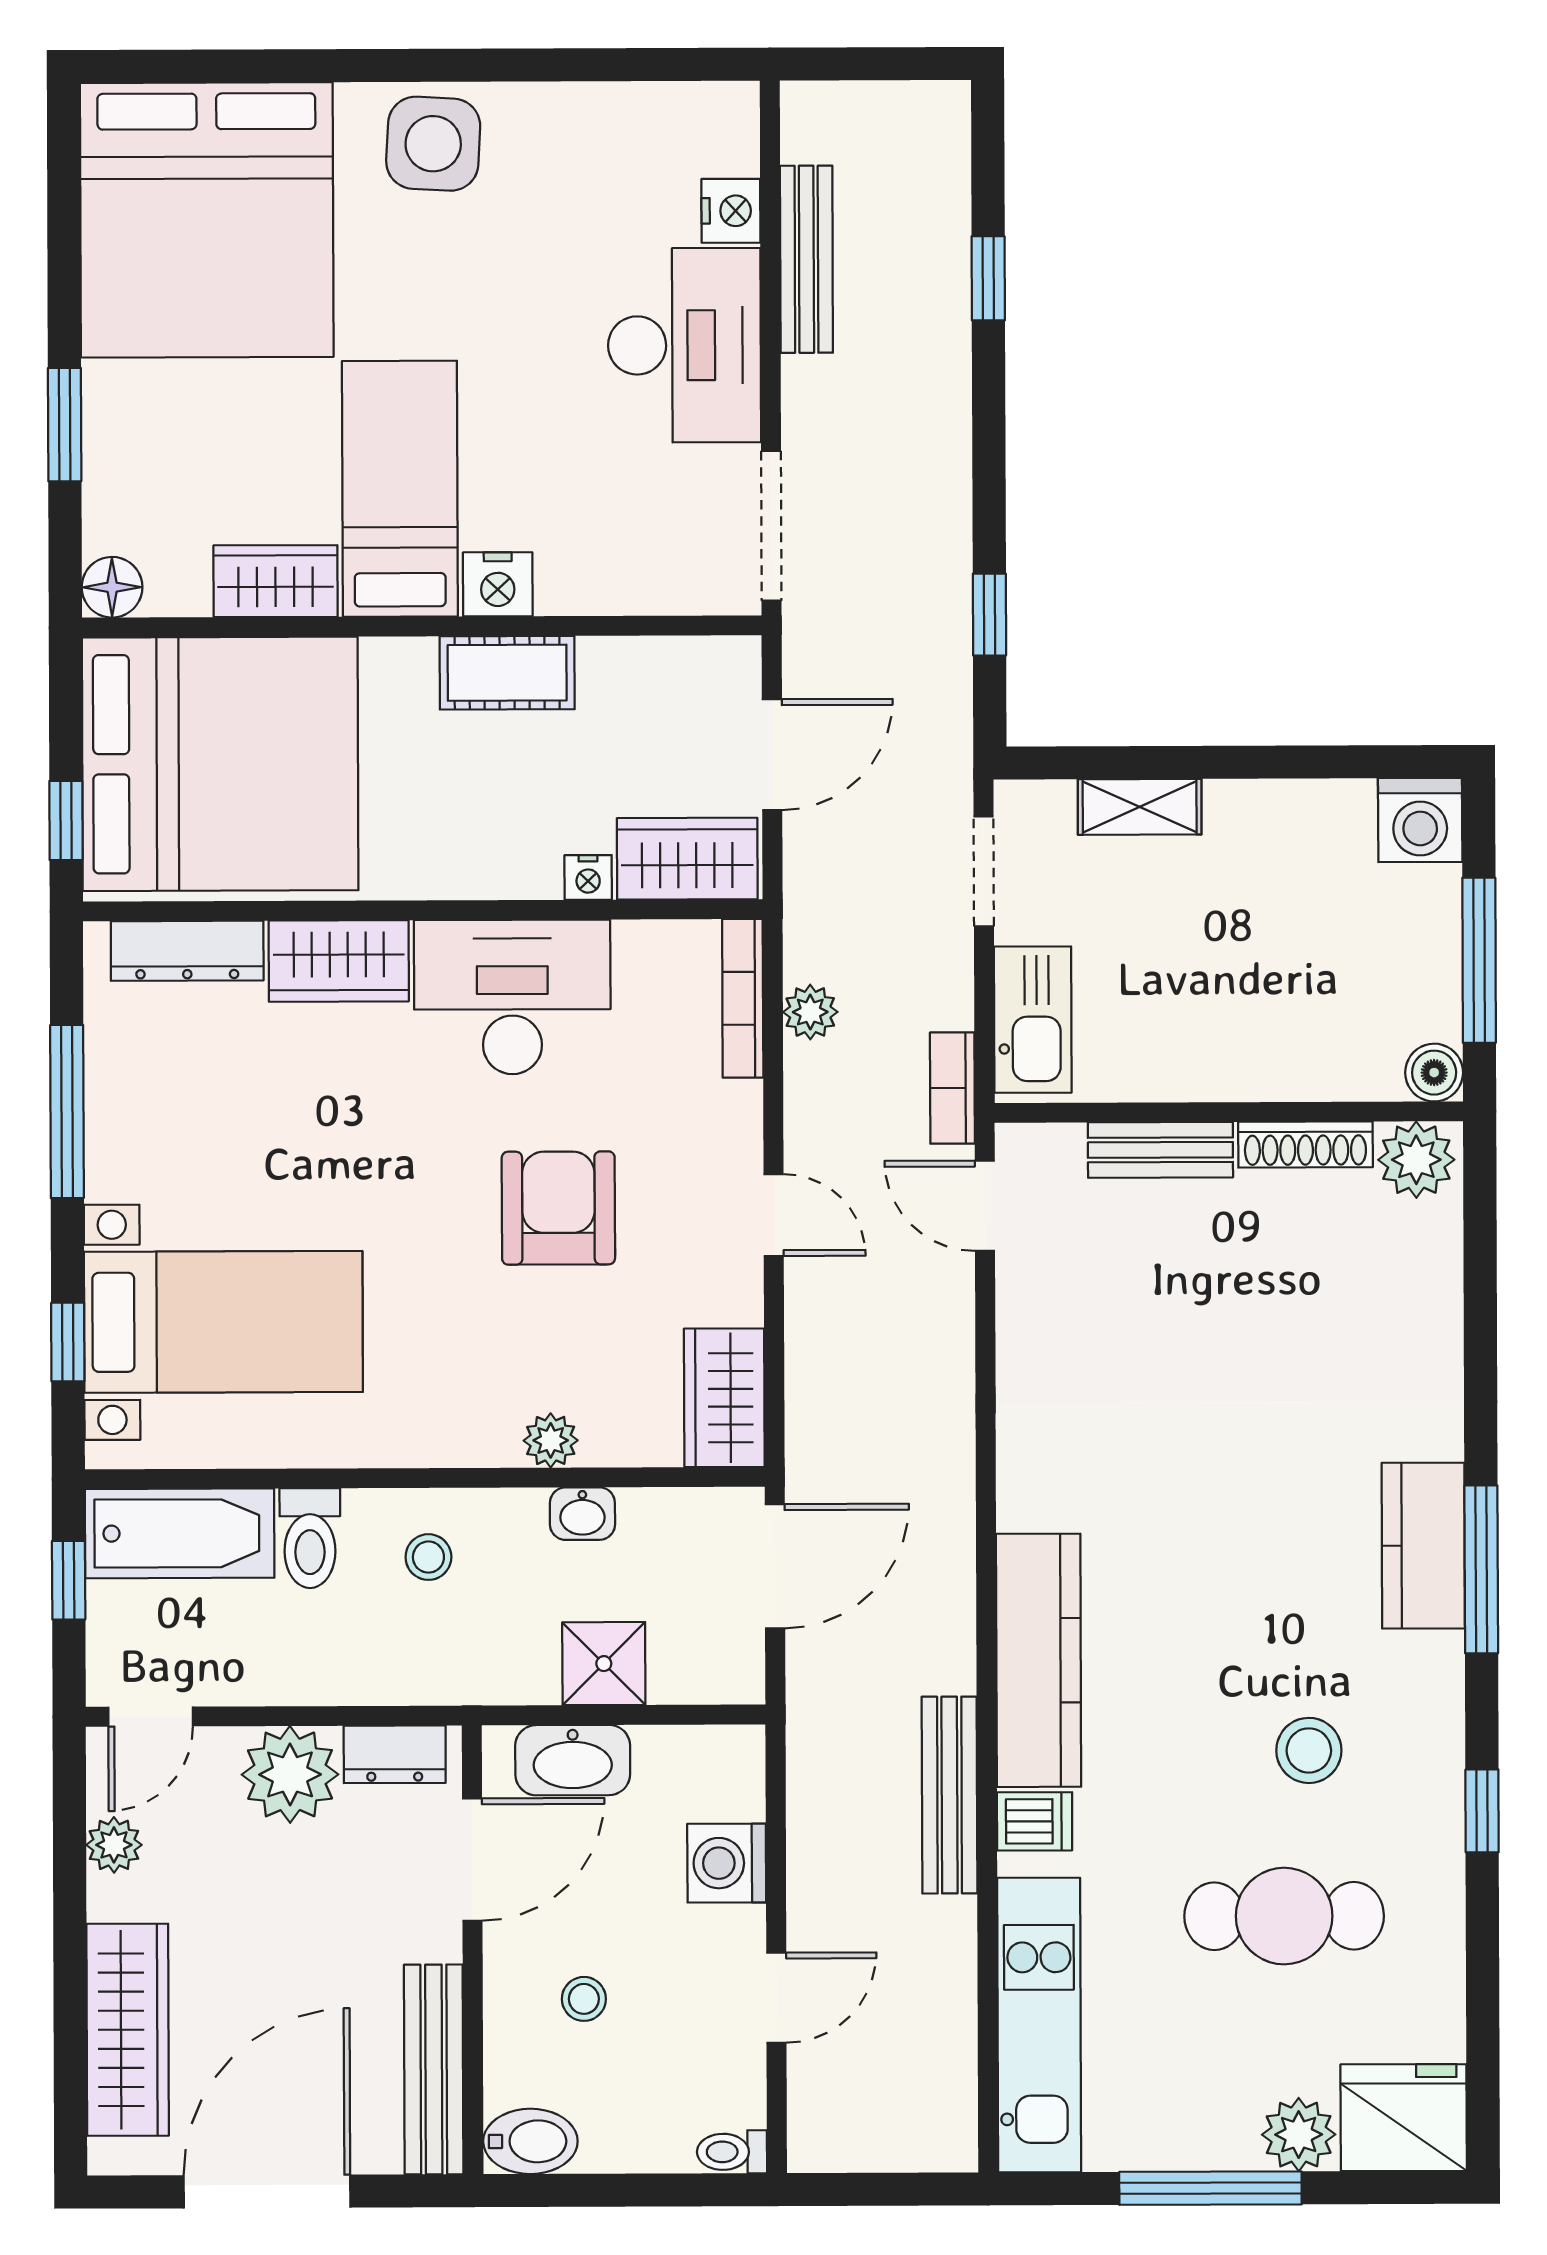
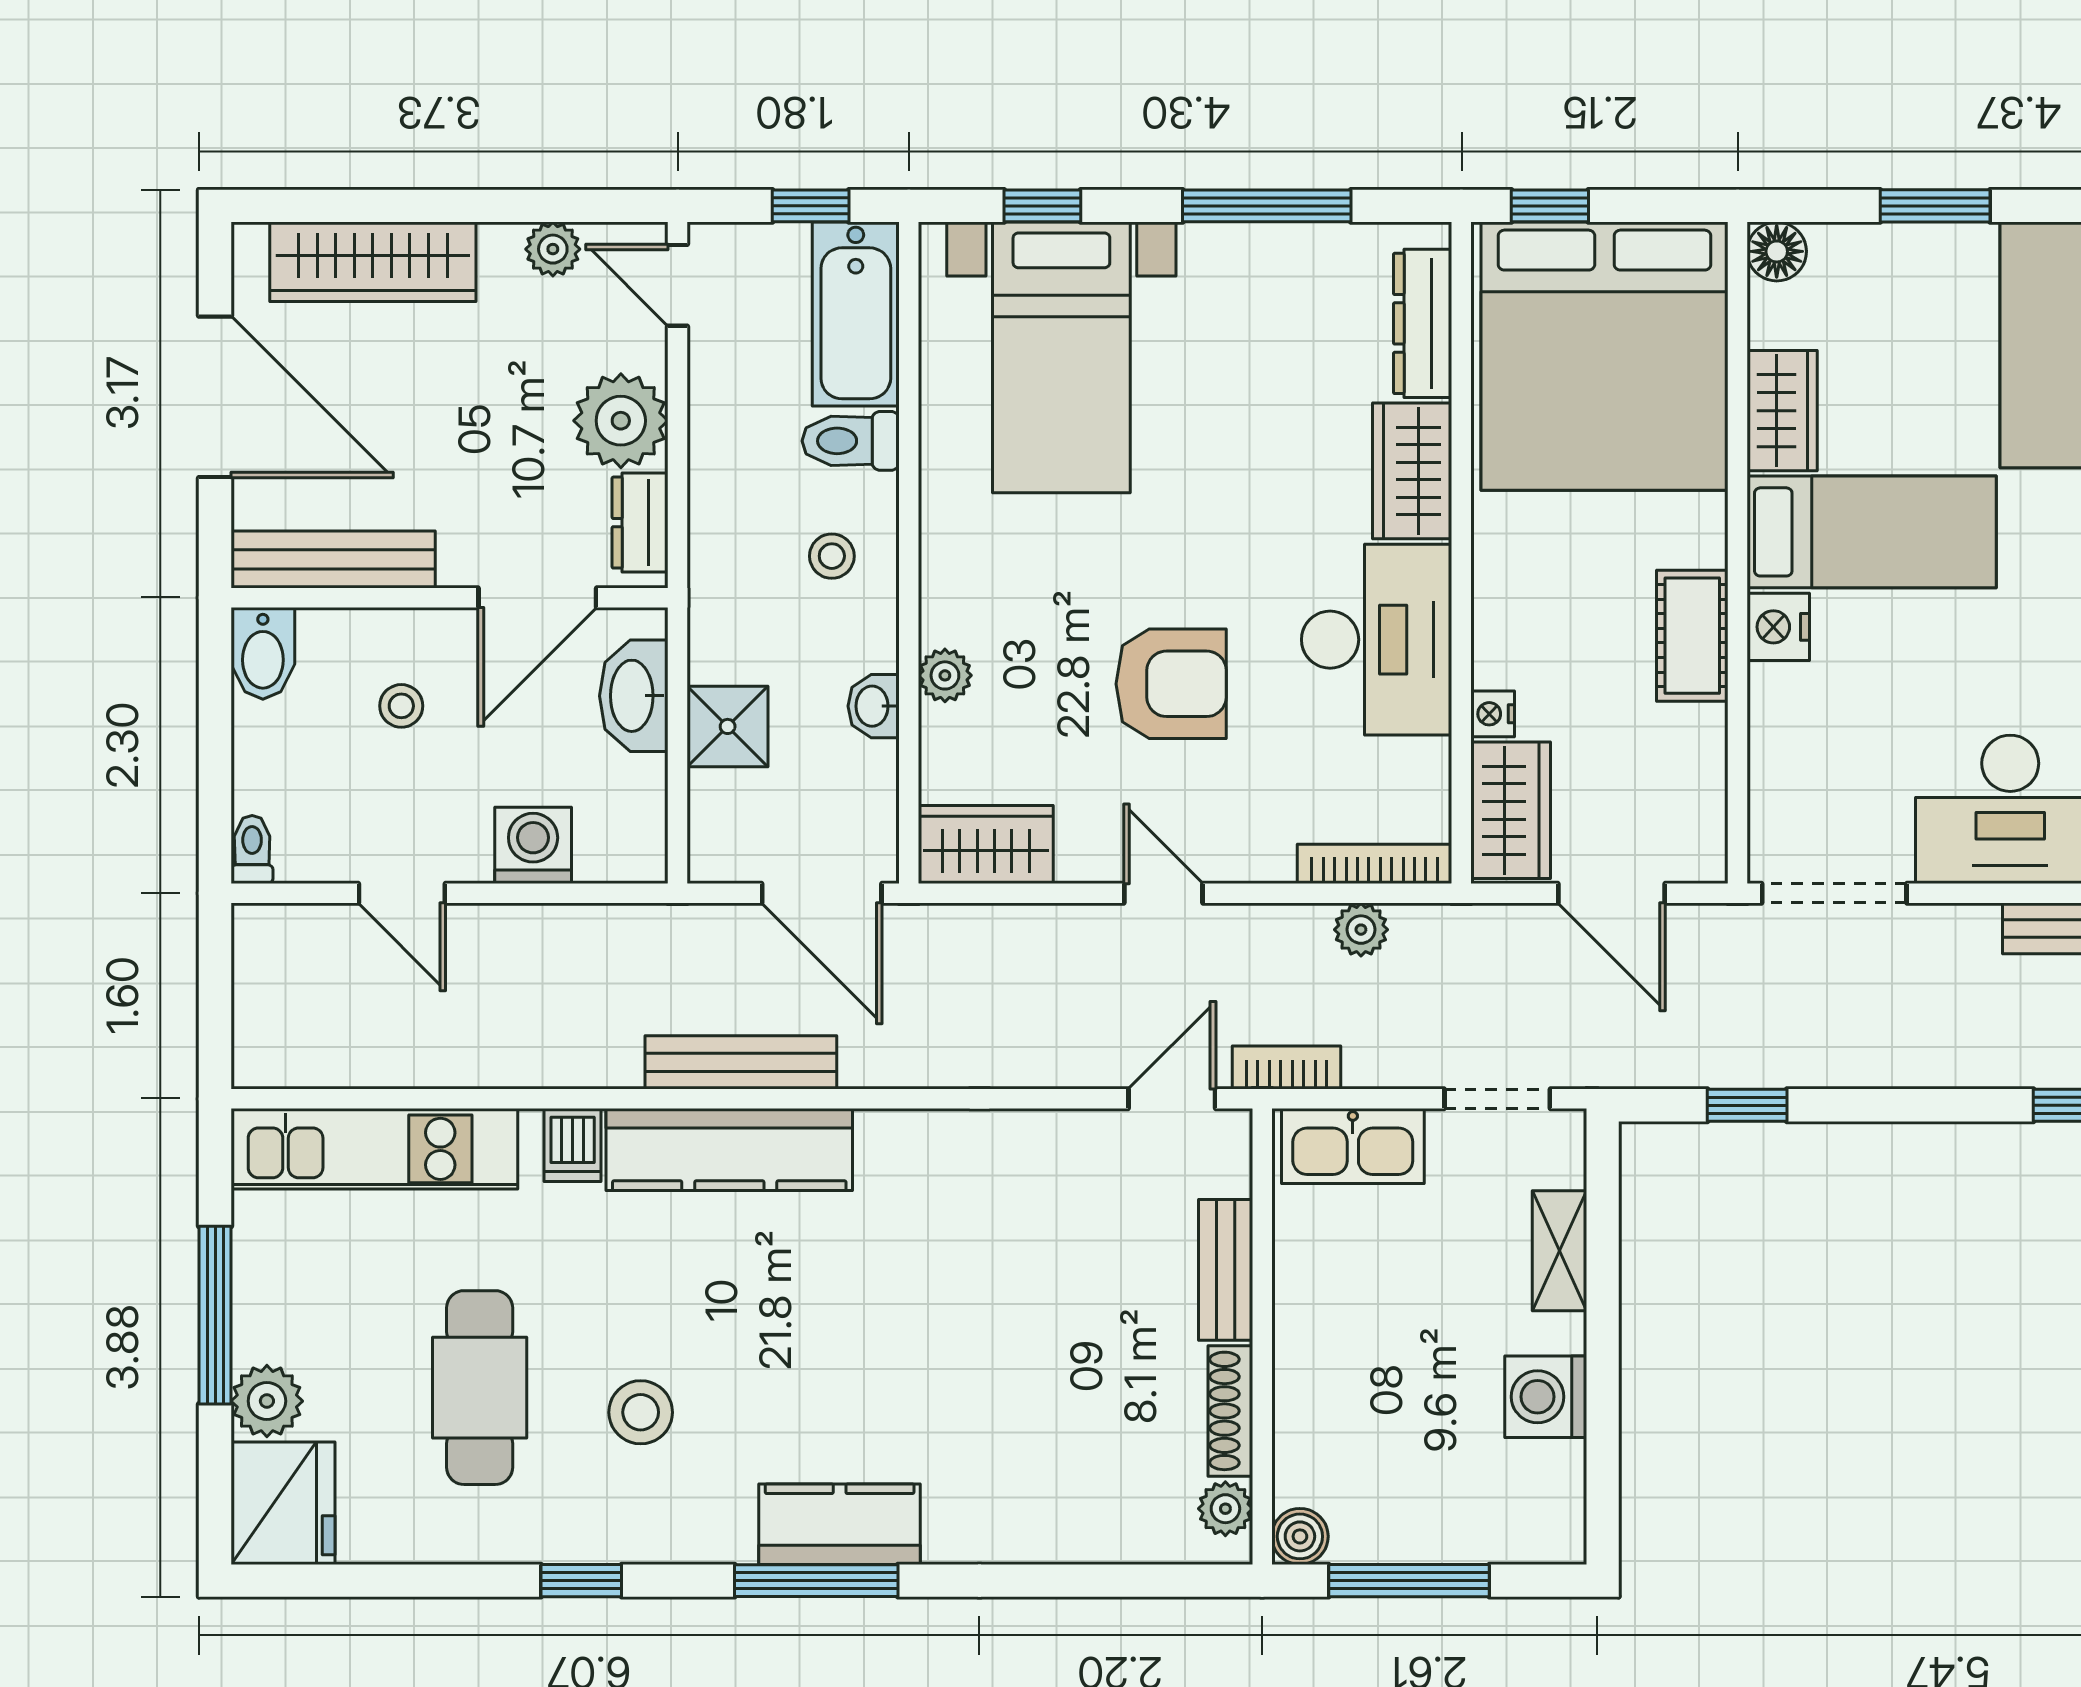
washing machine: (1420, 820) -> (1546, 1397), moved
plant: (1416, 1160) -> (1225, 1509), width x0.73, depth x0.73
door: (774, 1215) -> (1163, 893), swing flipped
bench: (949, 1795) -> (741, 1062), moved
door: (472, 1860) -> (537, 598), hinge flipped

